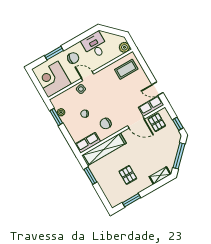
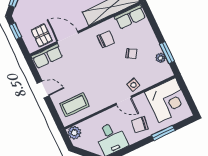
door: (157, 89) -> (43, 90), moved

